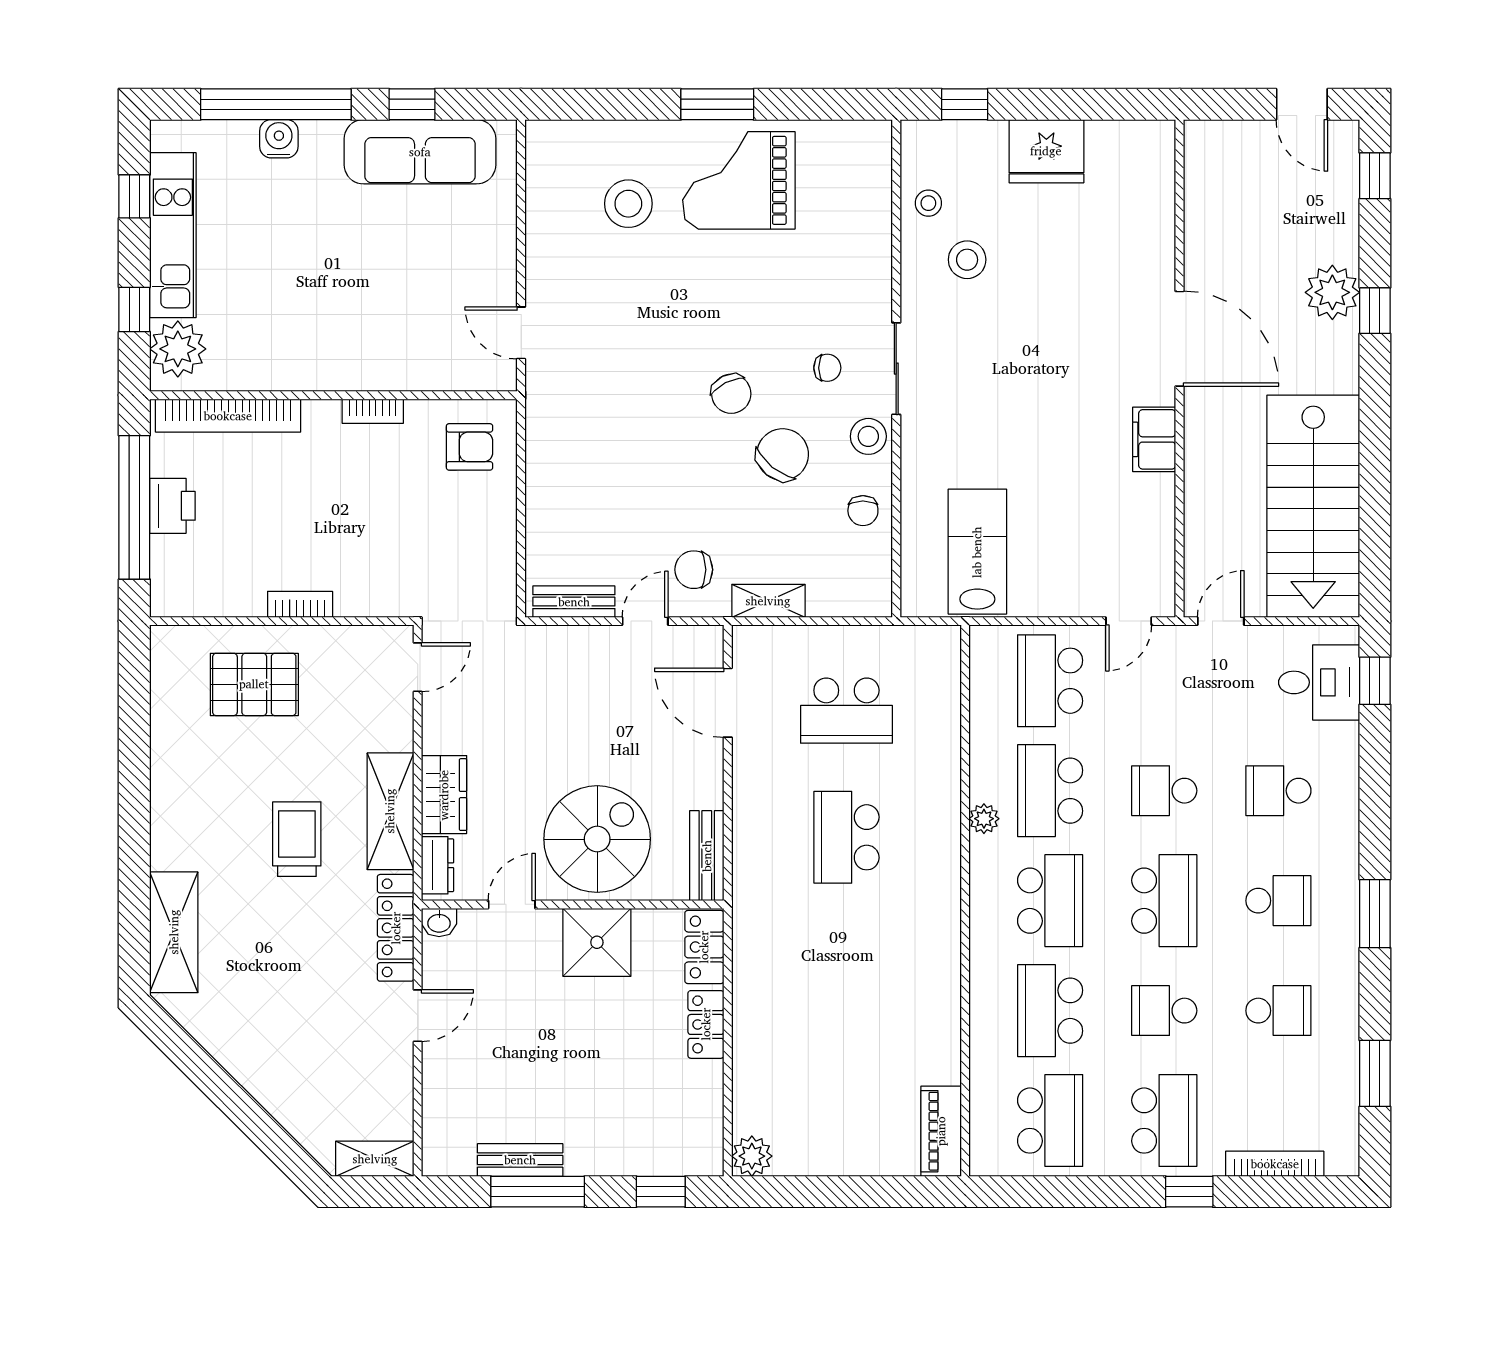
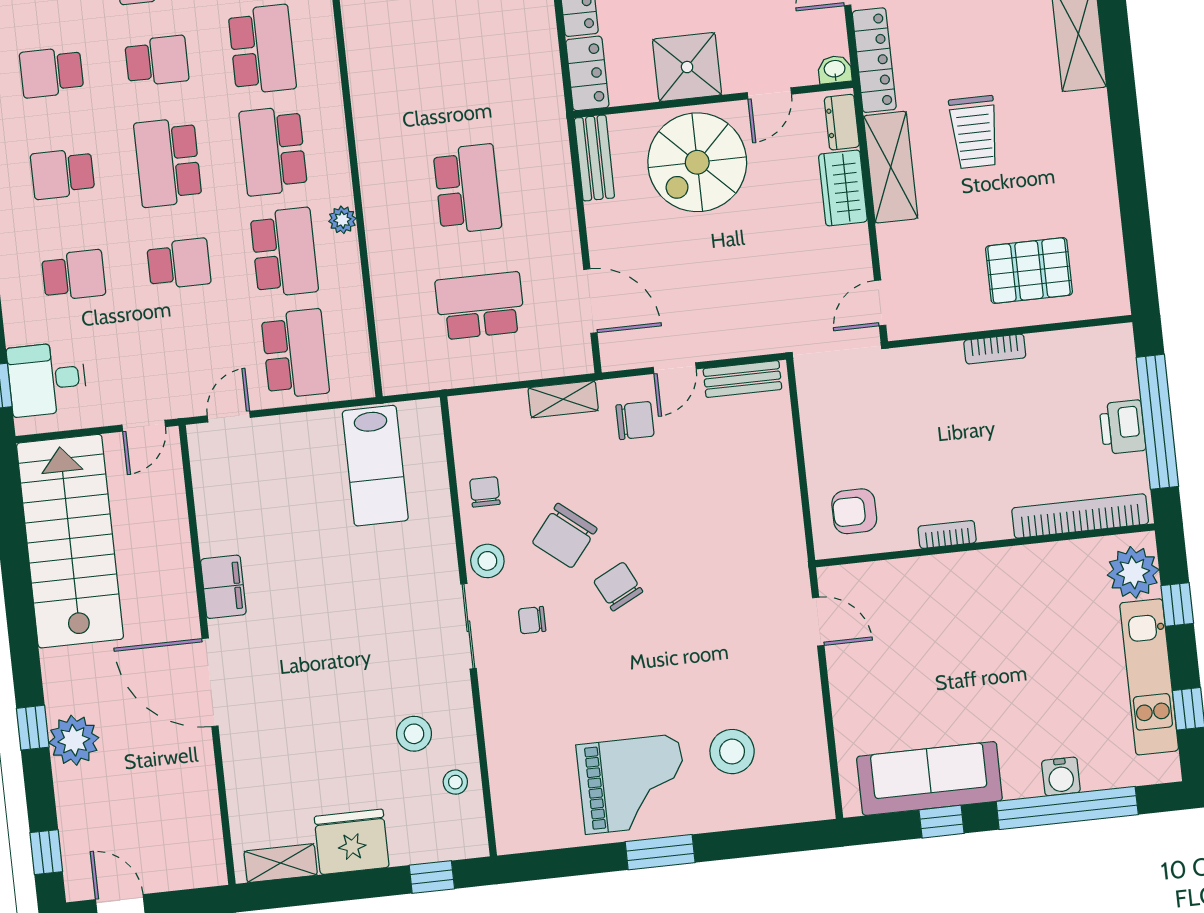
shelving: (1125, 137) -> (281, 863), added

